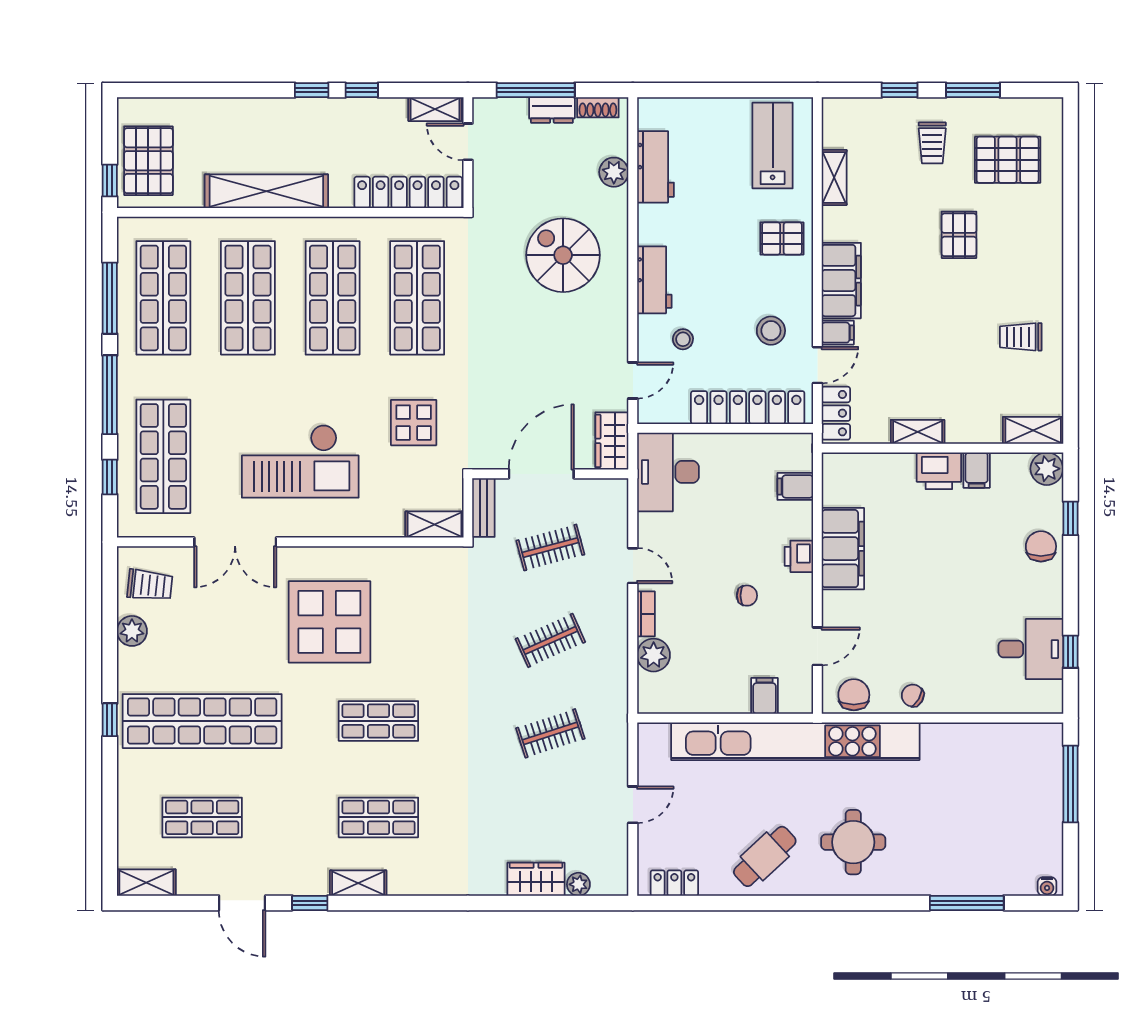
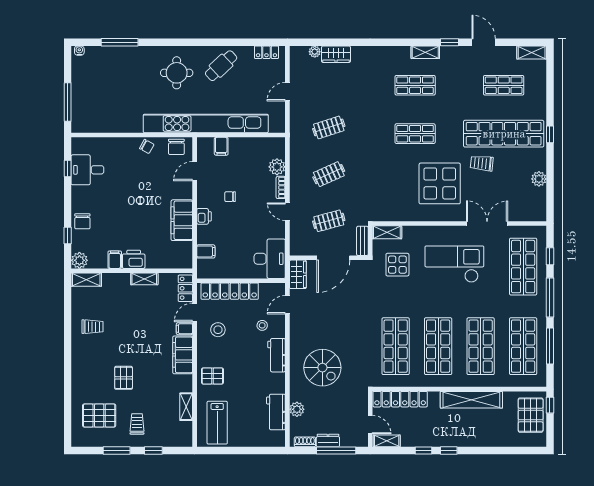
display table: (414, 423) -> (397, 265), moved
trolley: (150, 585) -> (482, 163), moved

